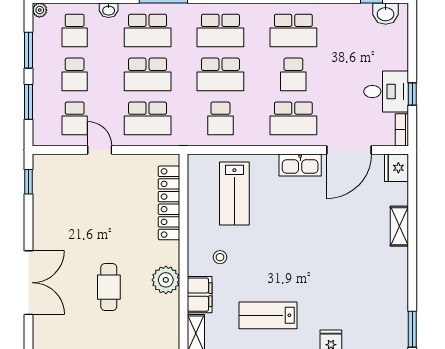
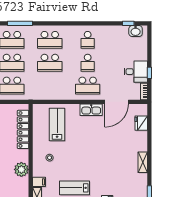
school desk: (293, 31) -> (88, 40), width x0.54
school desk: (220, 118) -> (50, 86), removed
fridge: (397, 168) -> (141, 123), moved
lab bench: (234, 194) -> (57, 125), turned 180
shelving: (399, 226) -> (143, 162), moved
filing cabinet: (200, 295) -> (39, 182), width x0.50

